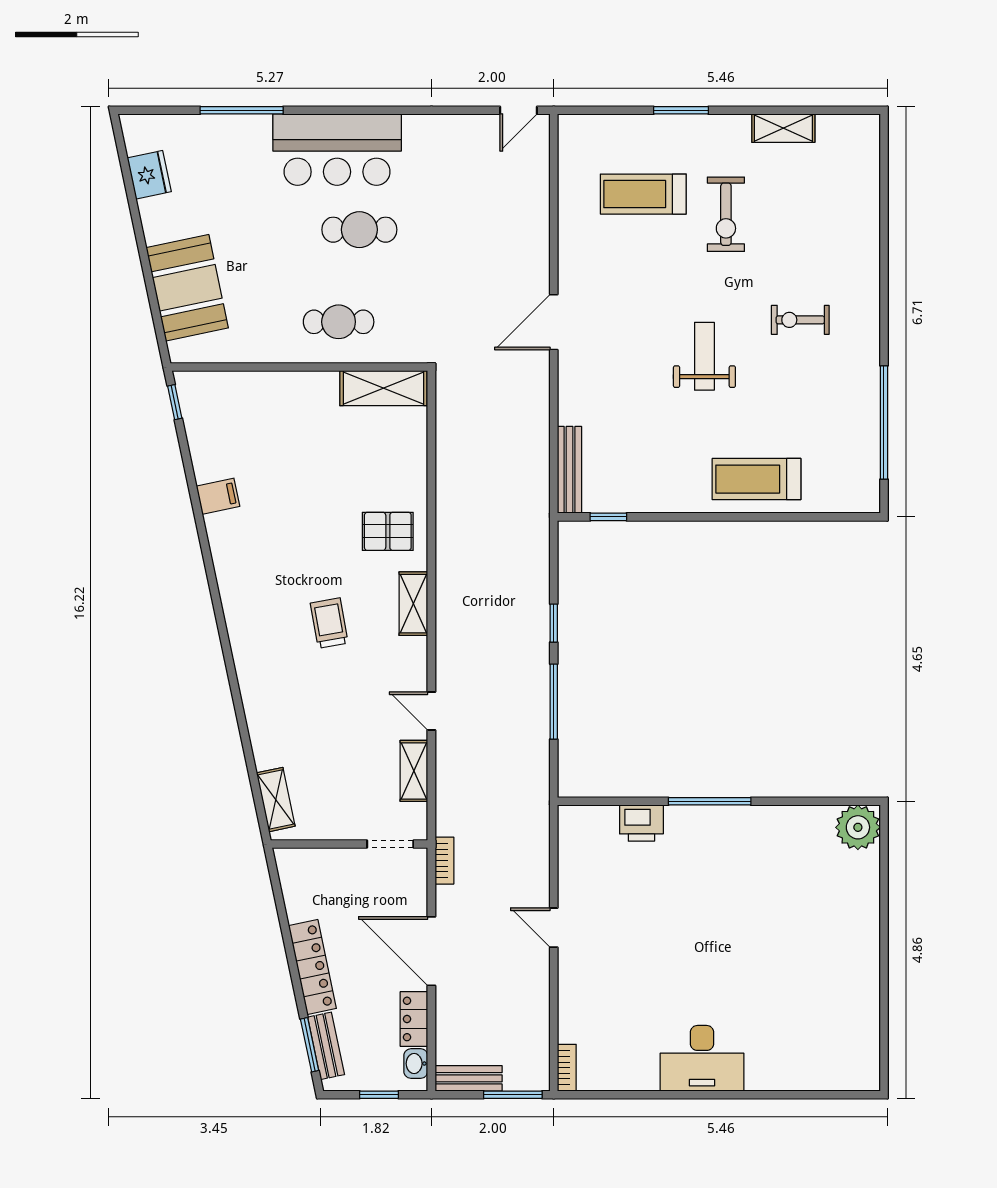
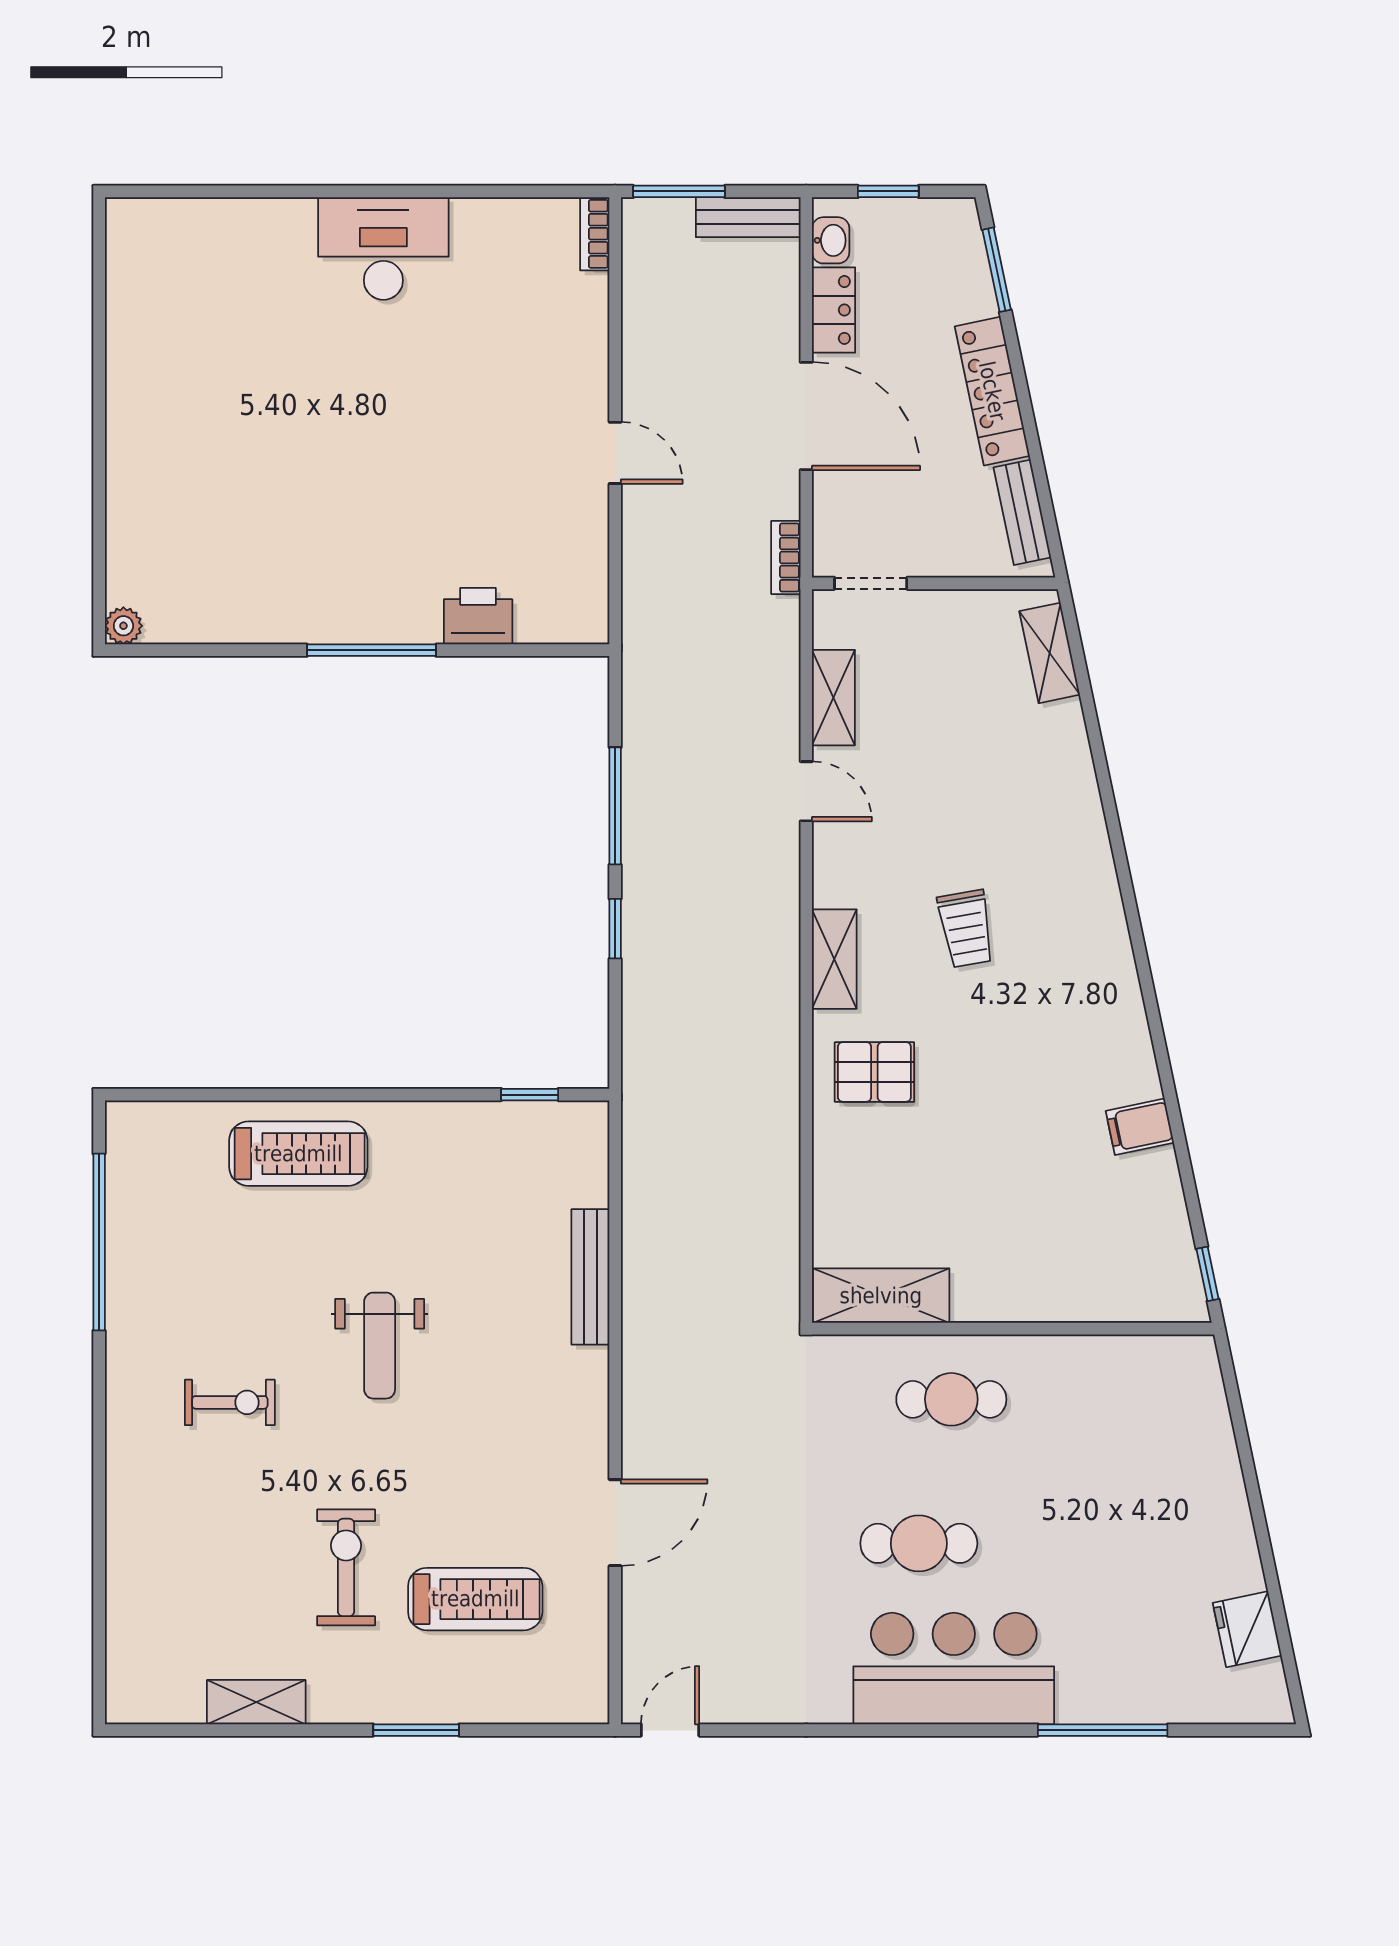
booth: (187, 288) -> (1188, 1453), removed
door: (554, 322) -> (615, 1523), moved
bench: (570, 470) -> (590, 1277), moved
plant: (858, 827) -> (123, 626), width x0.53, depth x0.53
bench: (326, 1046) -> (1022, 512), moved

